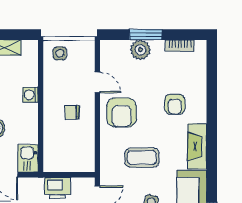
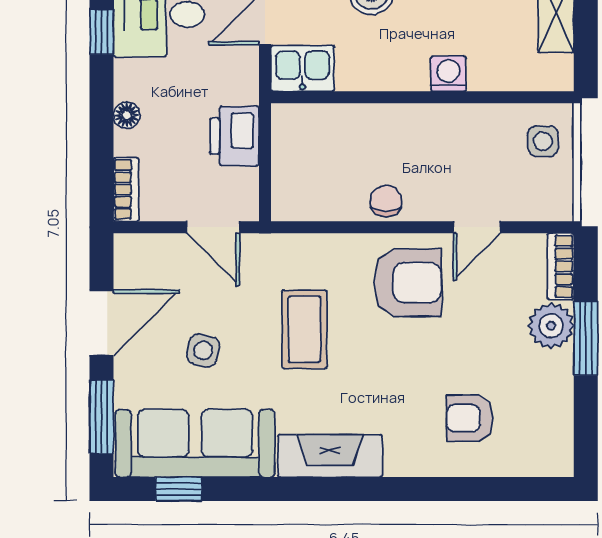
bookcase: (180, 46) -> (561, 266), moved
armchair: (175, 104) -> (470, 418), moved
chair: (72, 112) -> (386, 201), moved
armchair: (122, 112) -> (408, 283), turned 180

